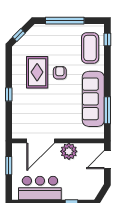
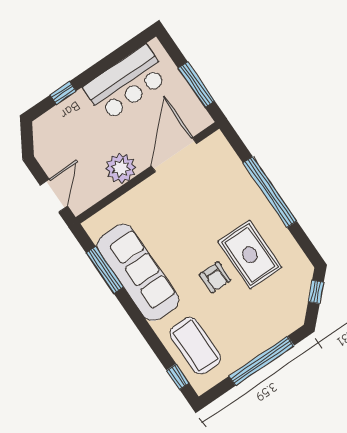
window: (9, 94) -> (270, 192), width x3.17
window: (9, 166) -> (196, 85), width x1.44

